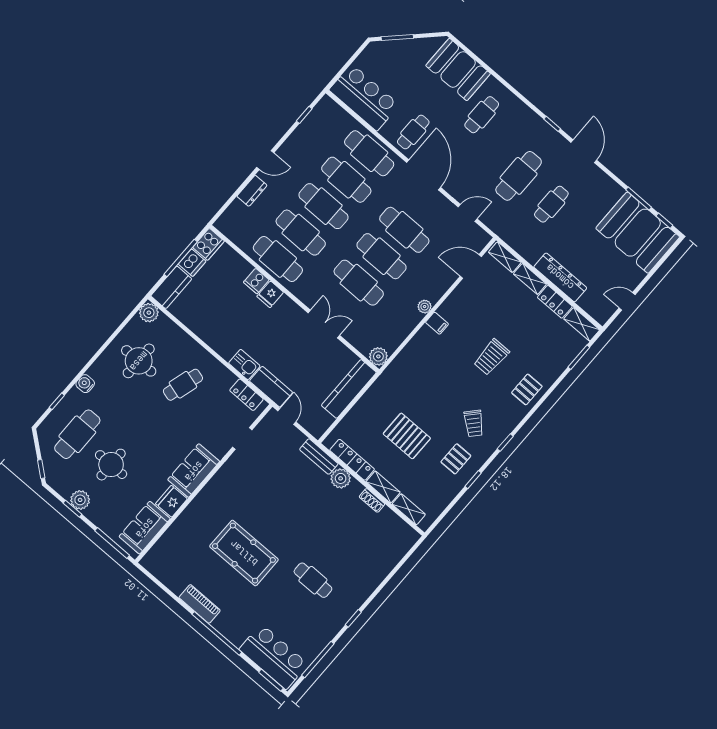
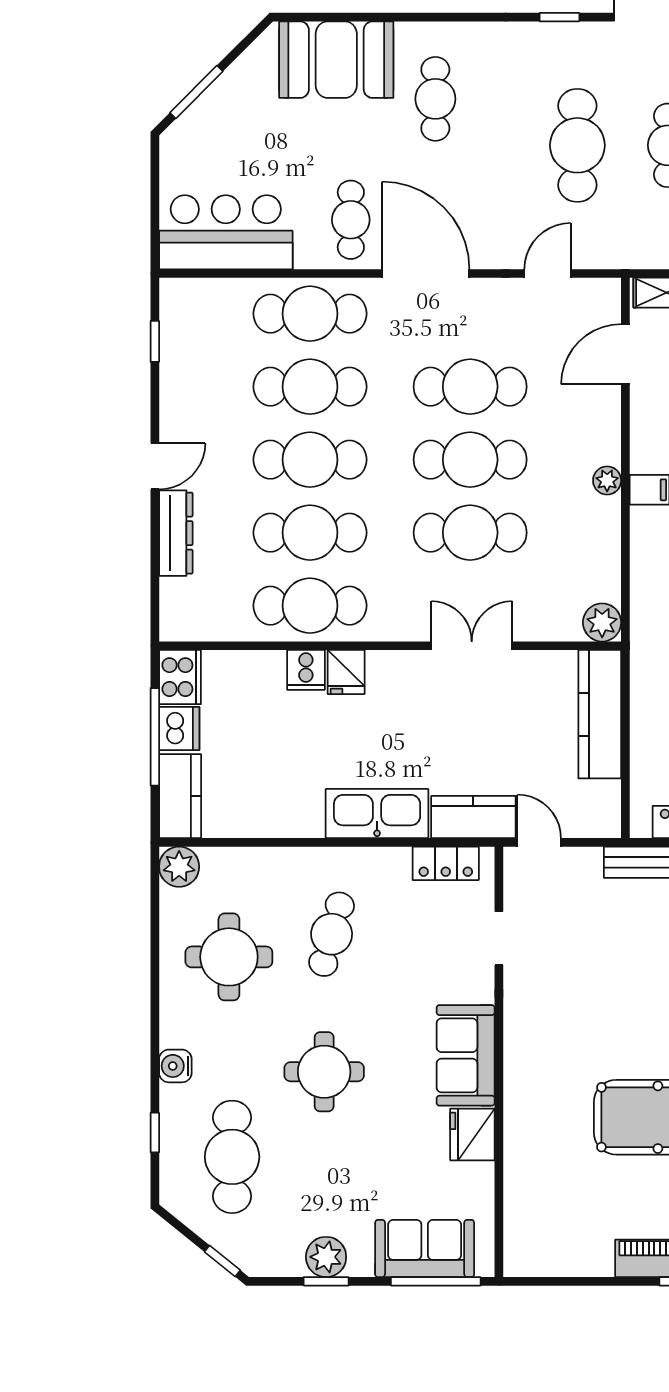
dresser: (252, 191) -> (176, 533), width x1.44
kitchen sink: (244, 364) -> (377, 814), width x1.87, depth x1.24
round table: (111, 465) -> (324, 1072), moved
sofa: (145, 528) -> (425, 1248), moved, turned 90

